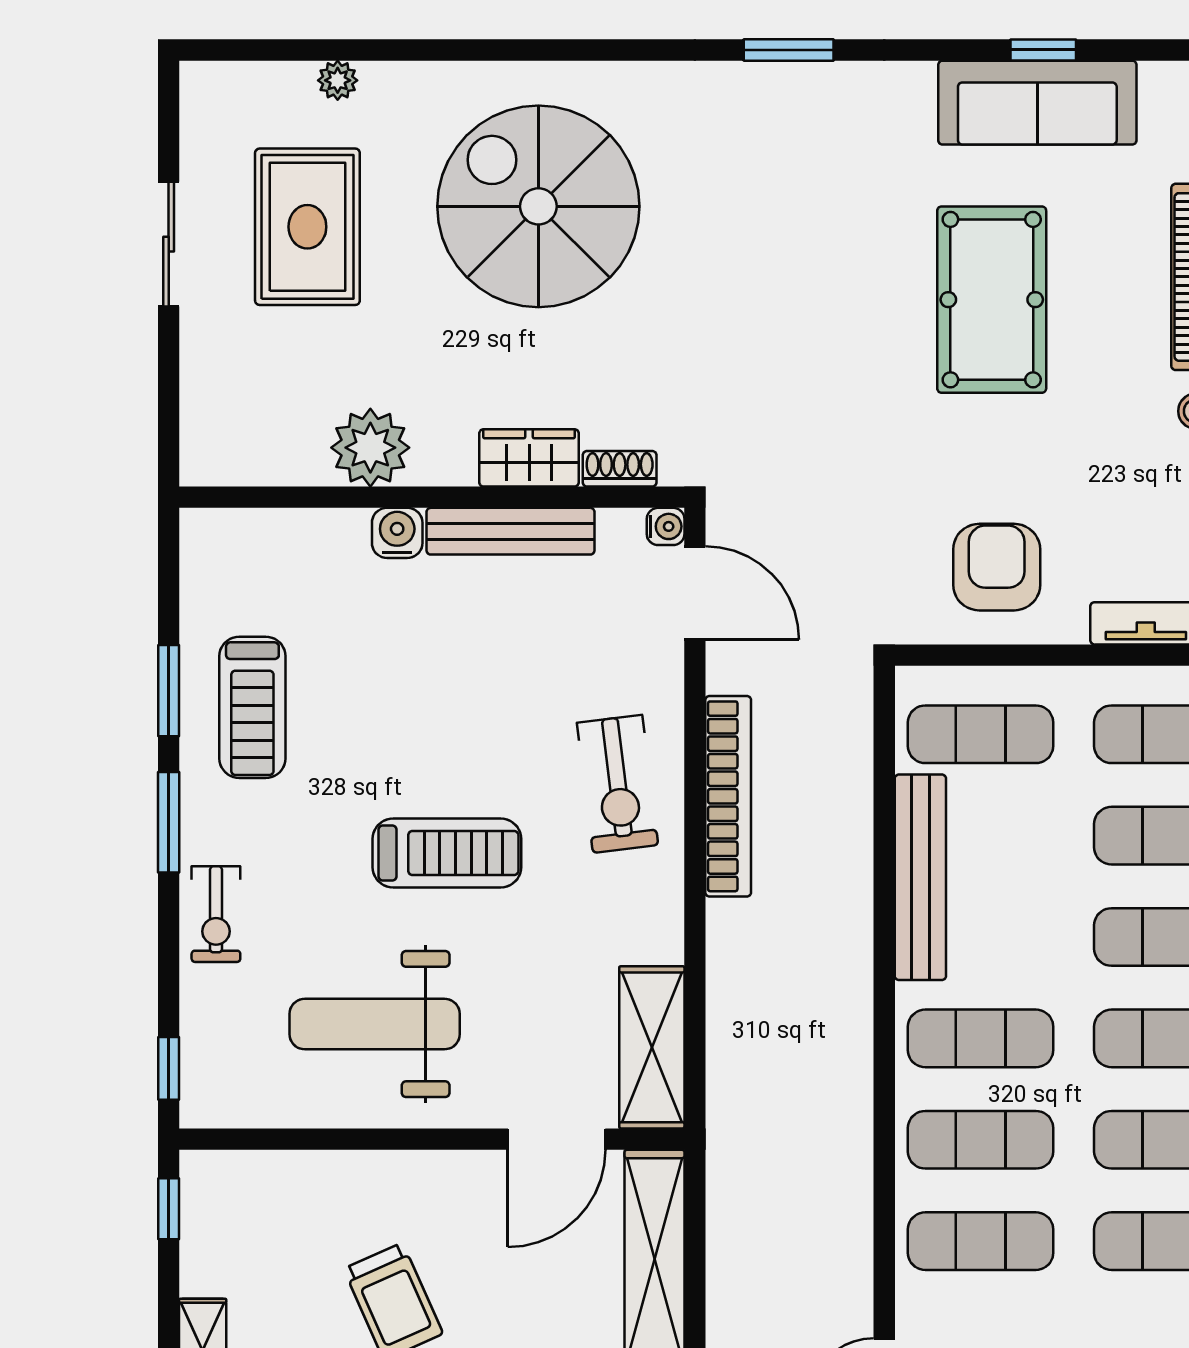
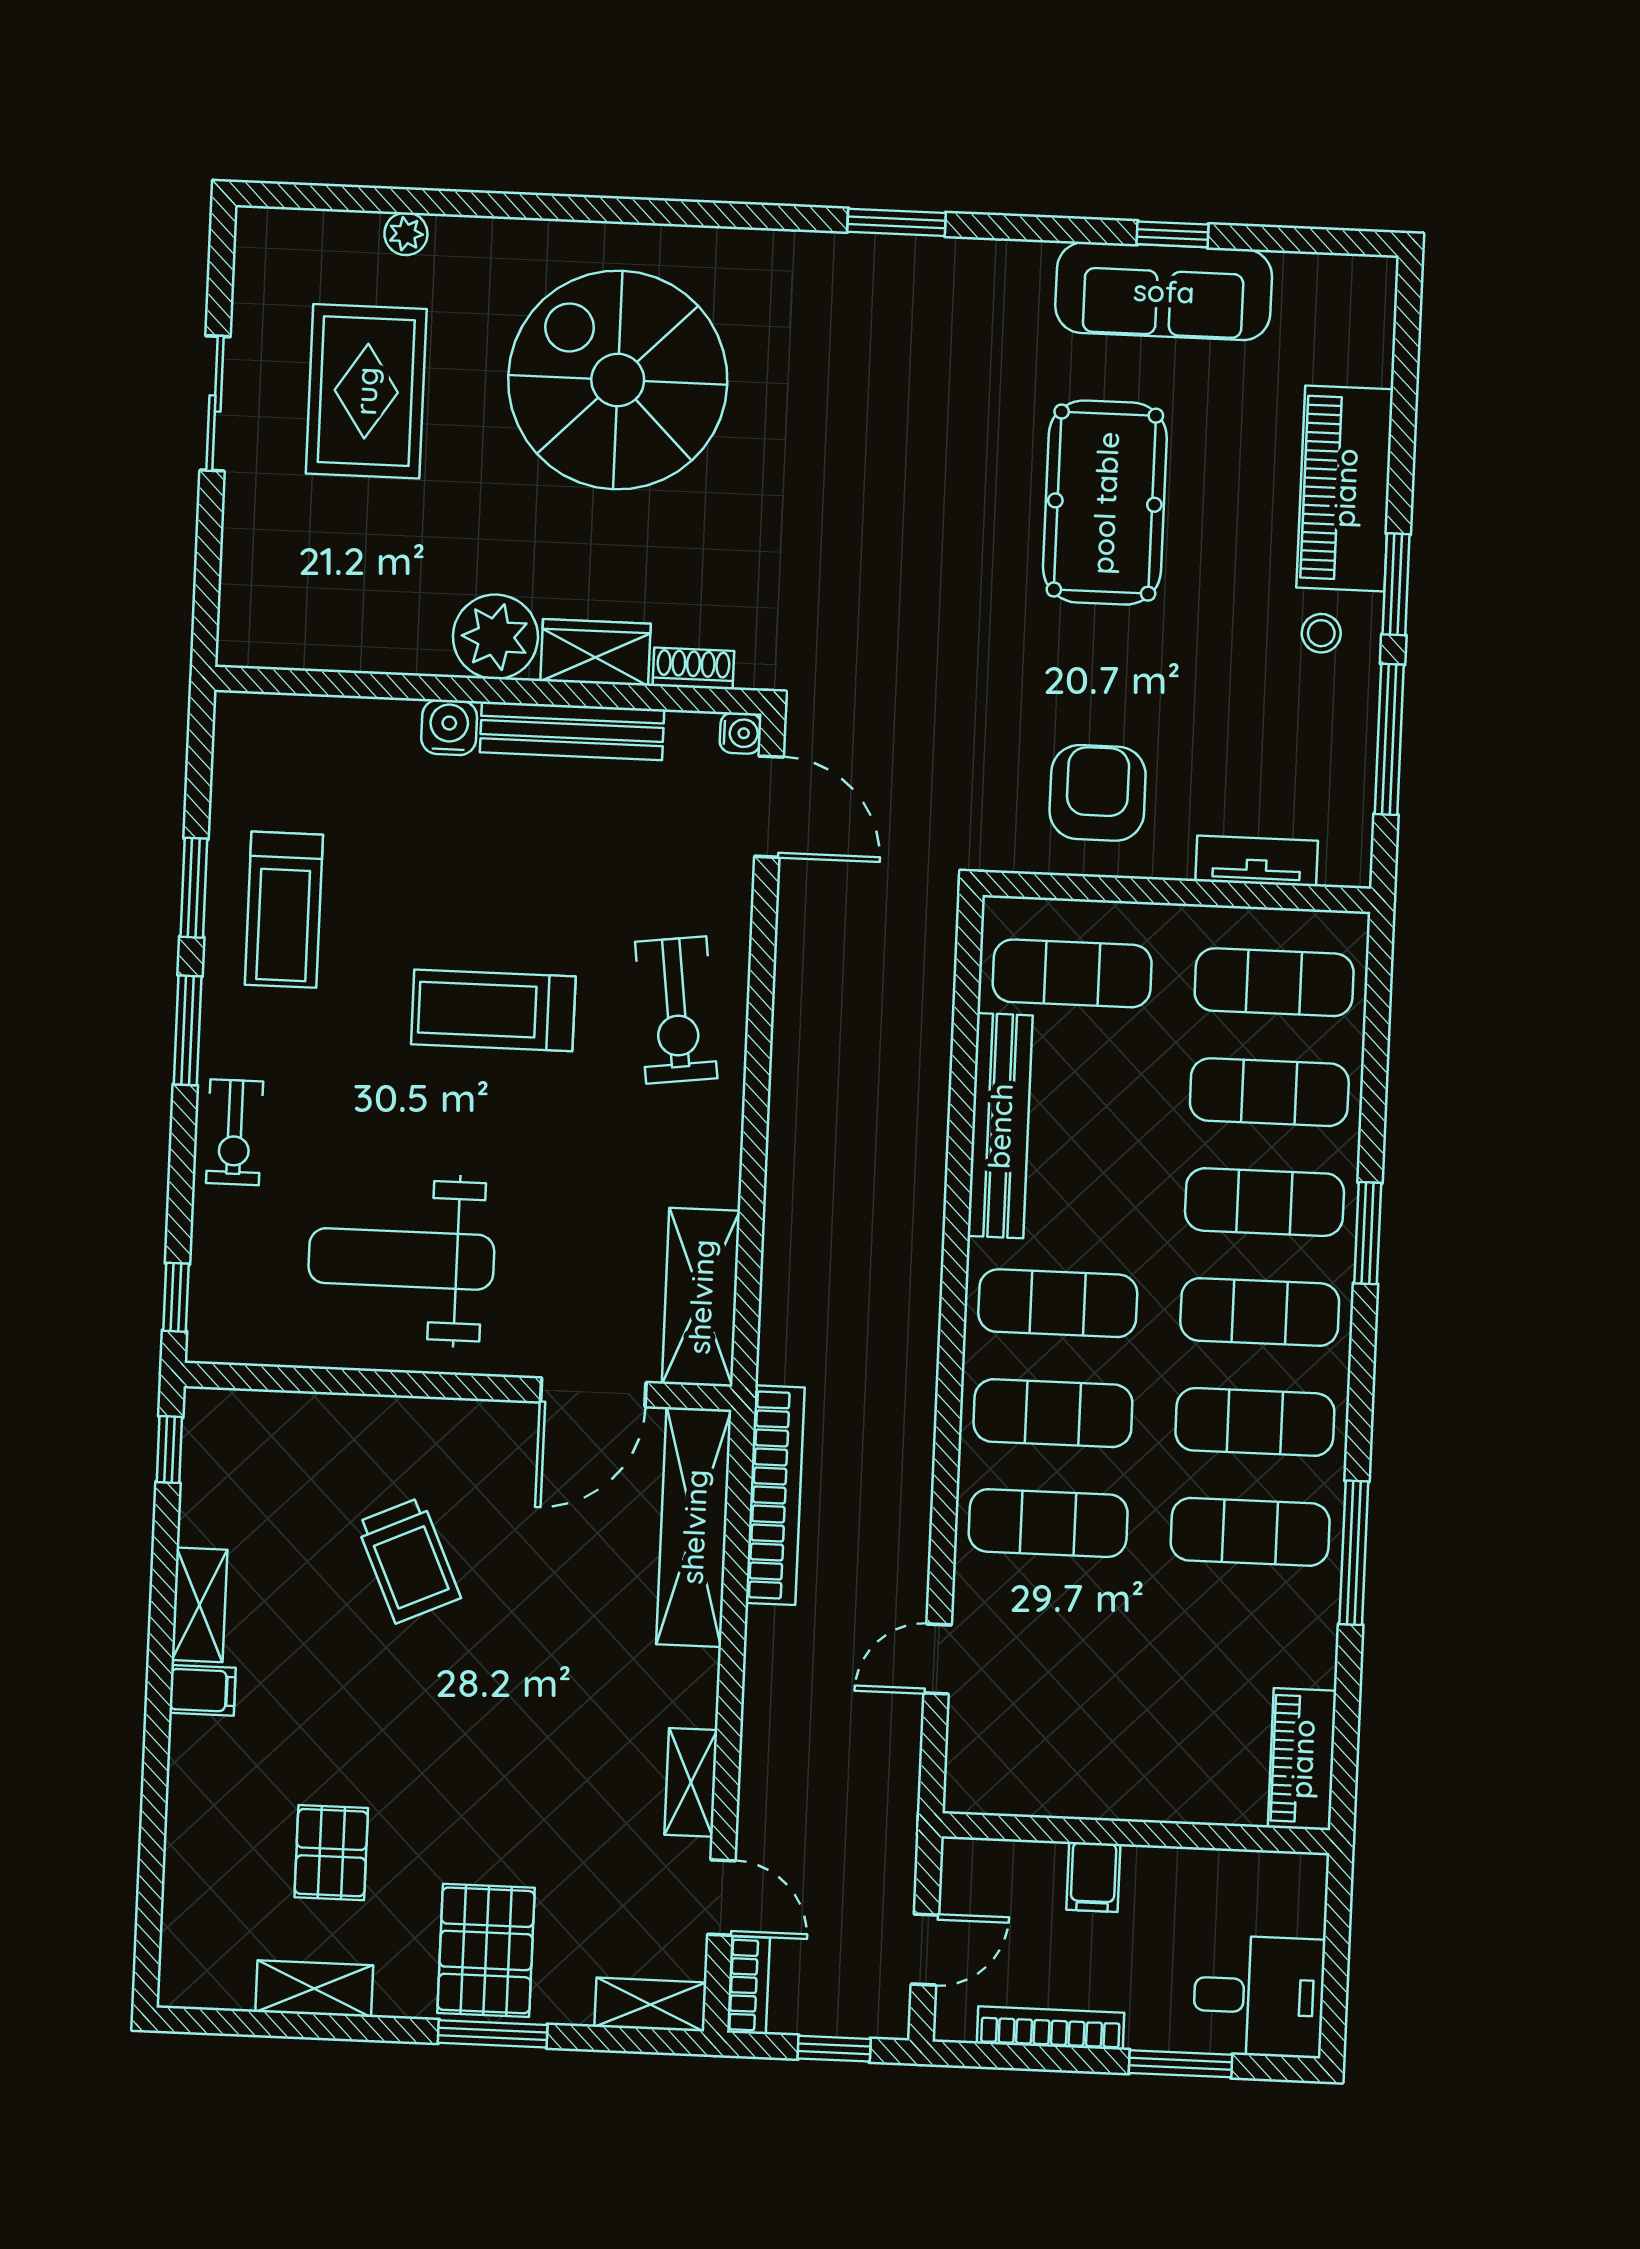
plant: (370, 448) -> (495, 637), moved
bookcase: (728, 796) -> (775, 1495), moved
treadmill: (447, 853) -> (493, 1010), moved, turned 180

